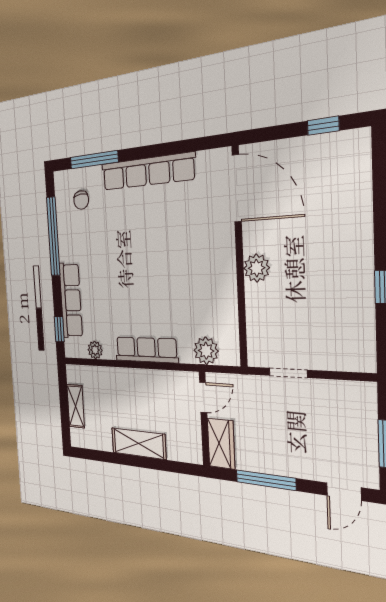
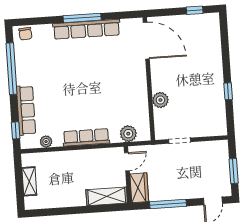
window: (94, 160) -> (82, 18), moved
chair: (81, 200) -> (25, 34), moved
plant: (257, 268) -> (160, 100), moved
shelving: (138, 444) -> (107, 196), moved

